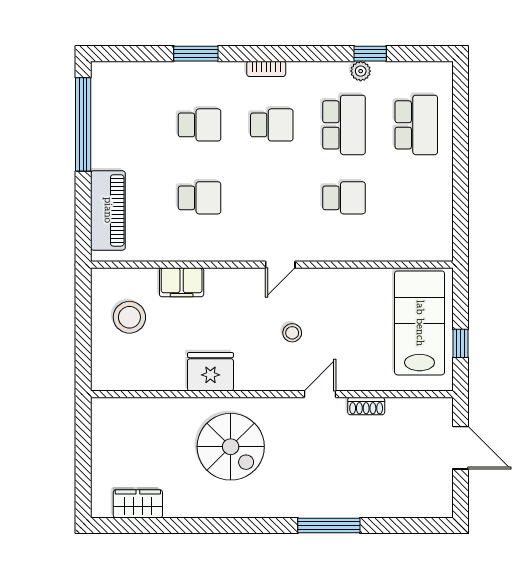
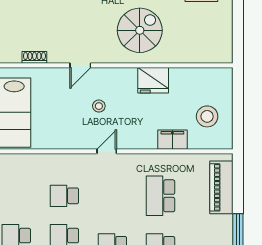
school desk: (200, 198) -> (160, 196), width x1.85
shoe rack: (366, 406) -> (34, 57), moved
spiral stairs: (231, 447) -> (140, 30), turned 90

